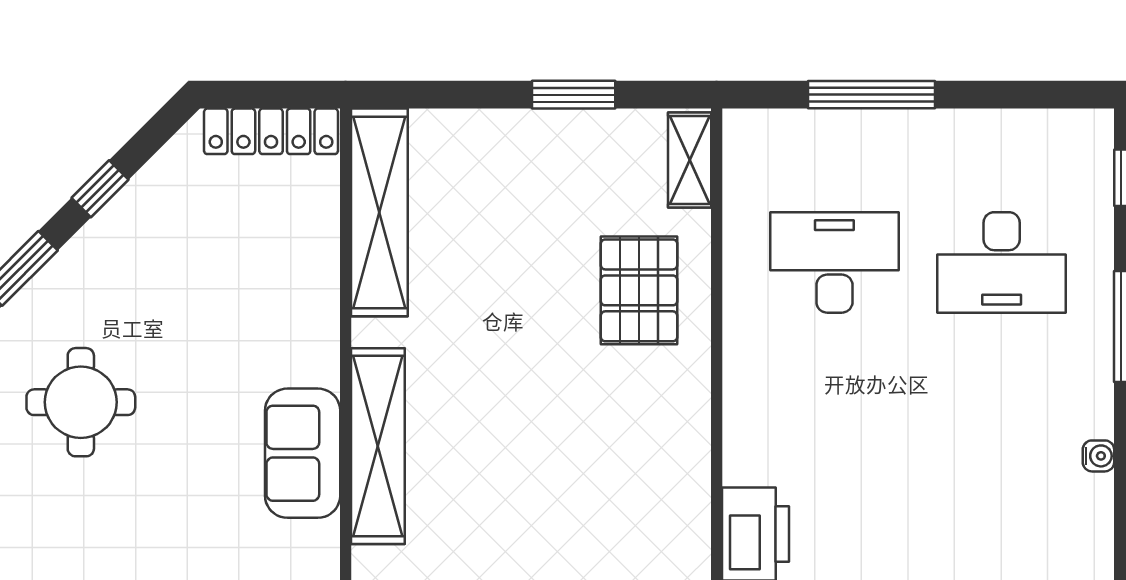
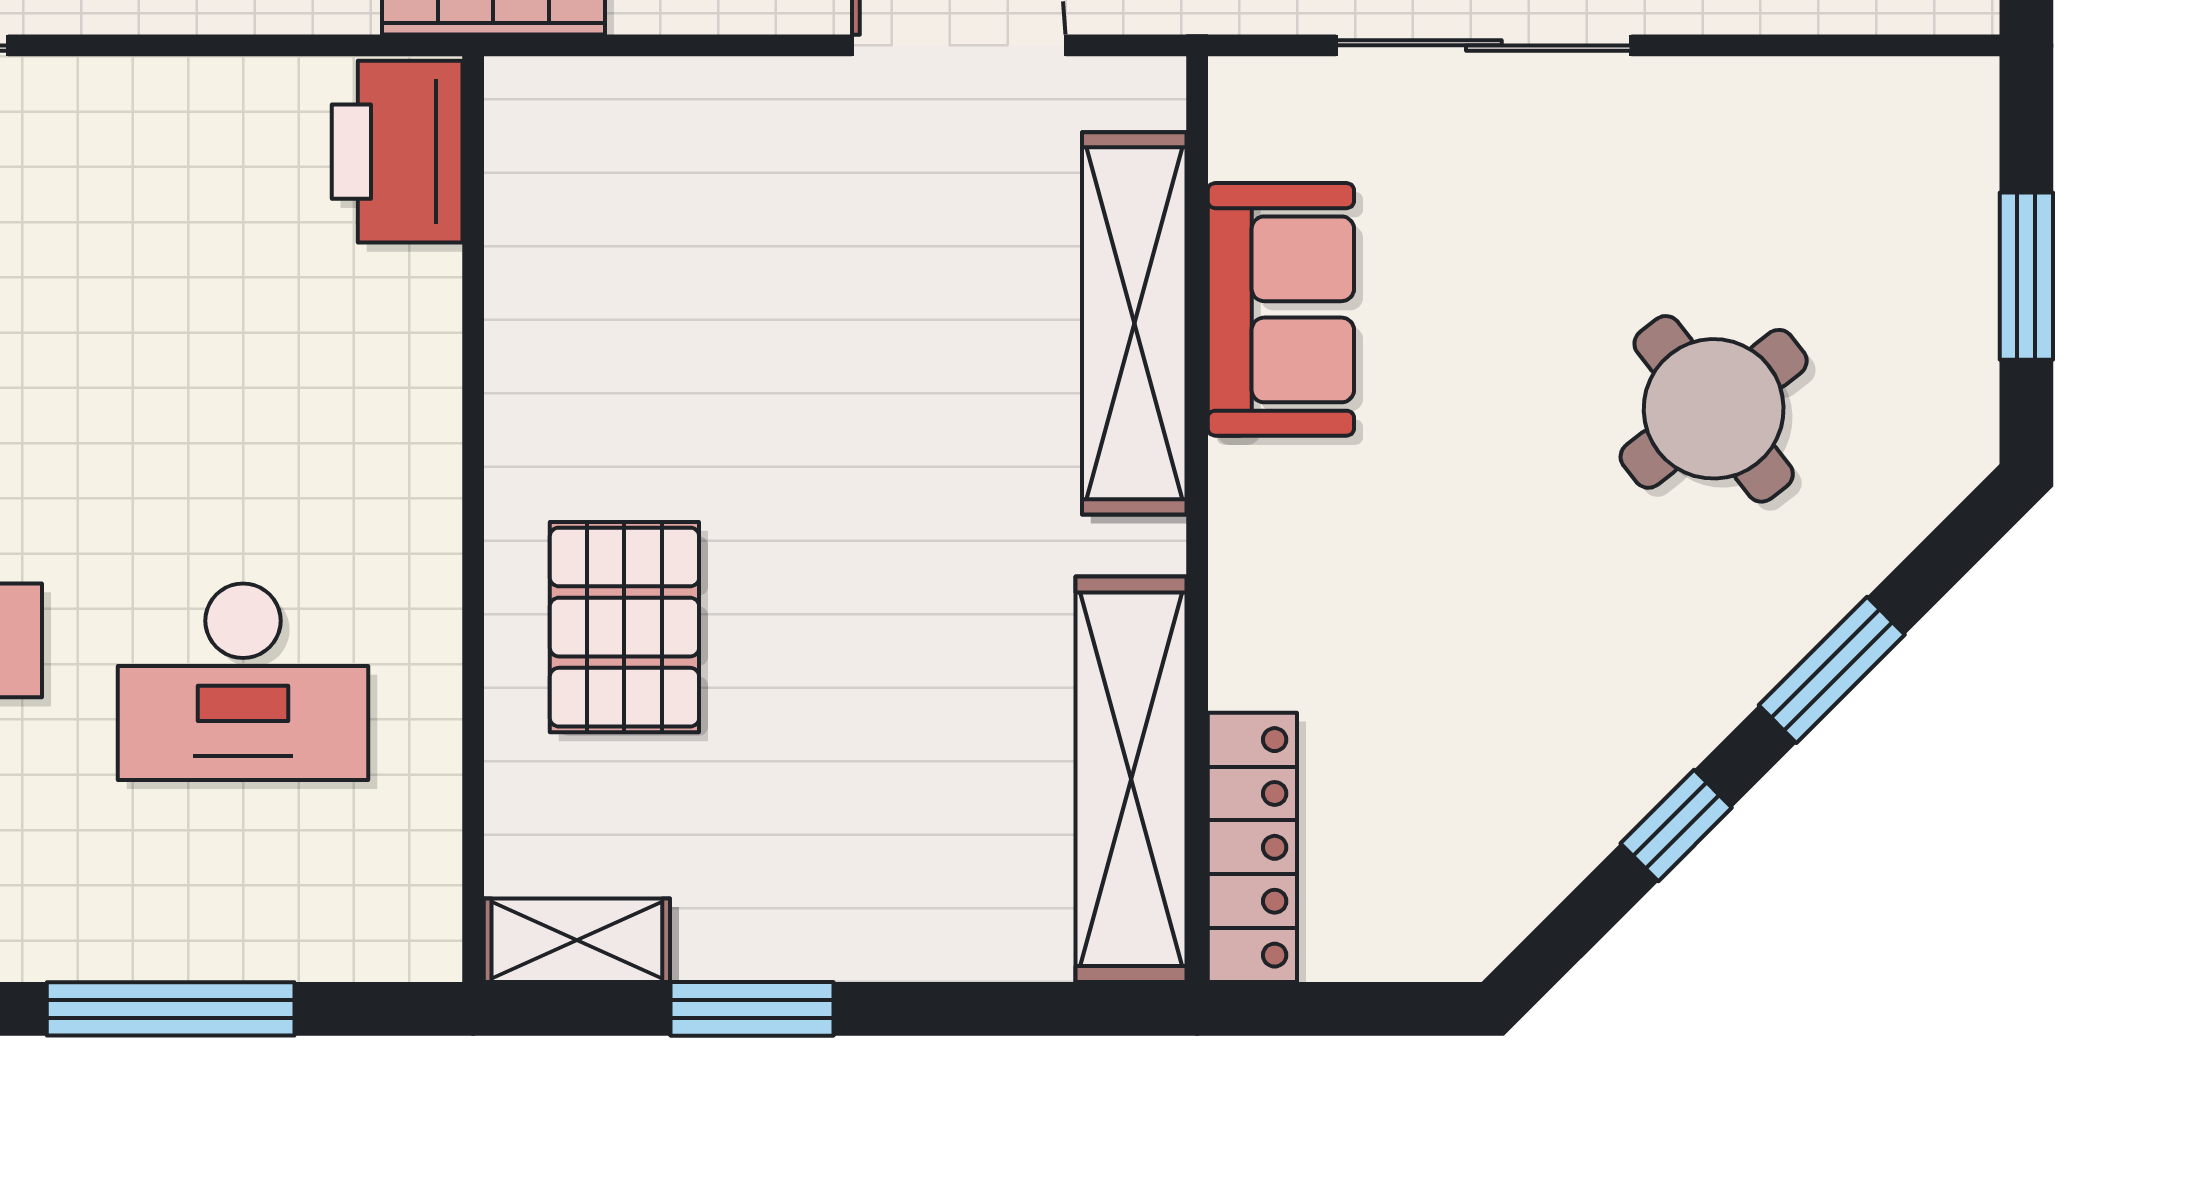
locker: (271, 131) -> (1252, 847), moved, turned 90
shelving: (690, 160) -> (577, 940), moved, turned 90
round table: (81, 402) -> (1714, 409), turned -38

